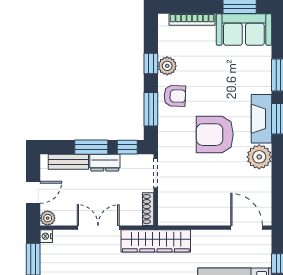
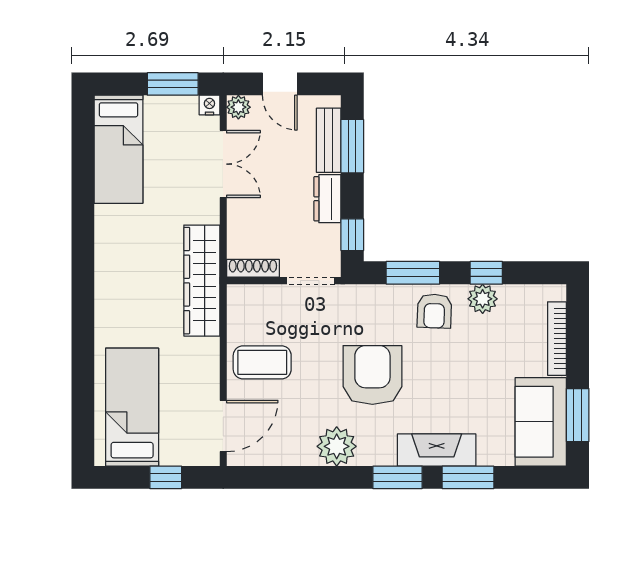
fireplace: (261, 119) -> (437, 450), moved
window: (91, 147) -> (352, 146), moved
coffee table: (207, 203) -> (262, 362), added
double door: (98, 228) -> (223, 164), moved

